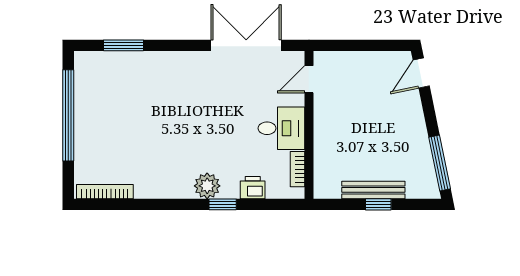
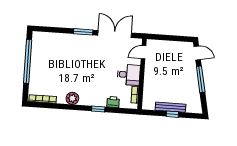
window: (124, 45) -> (83, 32), moved
door: (421, 73) -> (197, 53), swing flipped
window: (440, 163) -> (201, 79), moved
plant: (207, 186) -> (72, 98), moved

